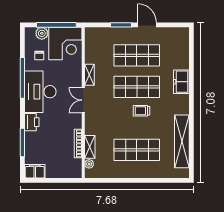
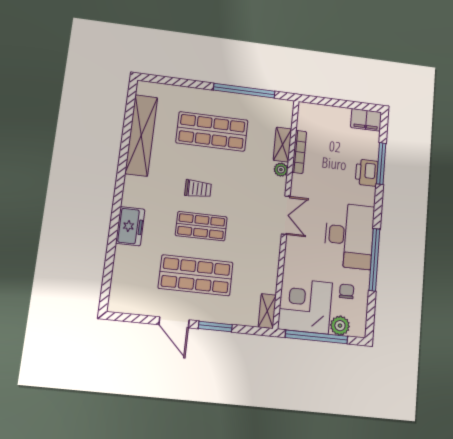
shelving: (89, 75) -> (267, 311), moved
shop shelf: (137, 87) -> (201, 226), width x0.70, depth x0.74
printer: (32, 122) -> (367, 173), moved
plant: (89, 164) -> (281, 170), moved
window: (119, 180) -> (244, 91), added

